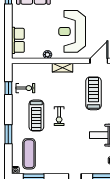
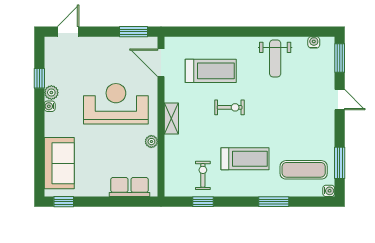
reception desk: (72, 31) -> (116, 104), turned 180
treadmill: (93, 93) -> (211, 71), turned 180
exercise bike: (59, 116) -> (230, 107), moved

